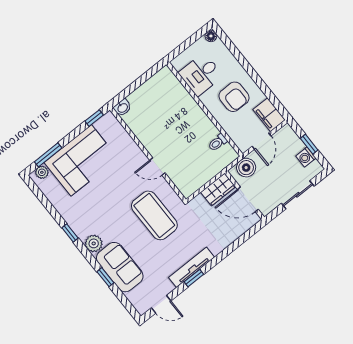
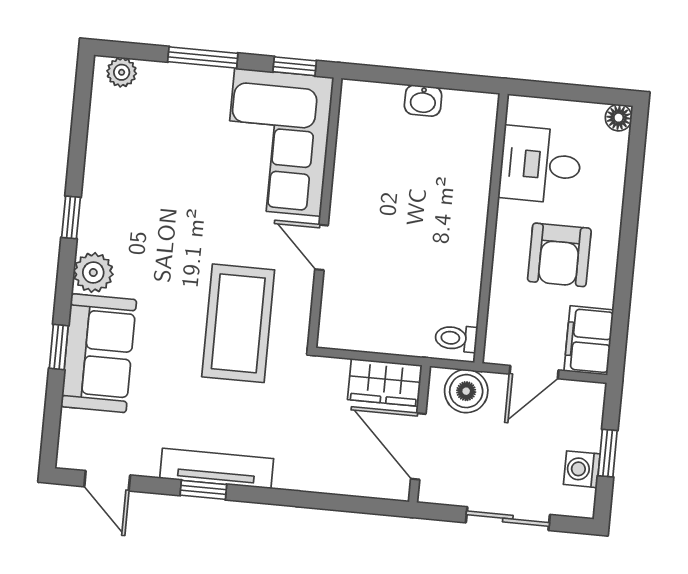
washbasin: (122, 108) -> (423, 101), moved
toilet: (218, 143) -> (456, 338), moved
window: (48, 155) -> (203, 58), moved
corner sofa: (81, 160) -> (278, 142), moved, turned 90

